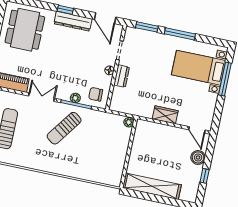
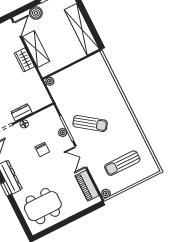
chair: (96, 94) -> (42, 149), moved
shelving: (167, 133) -> (36, 49), added

